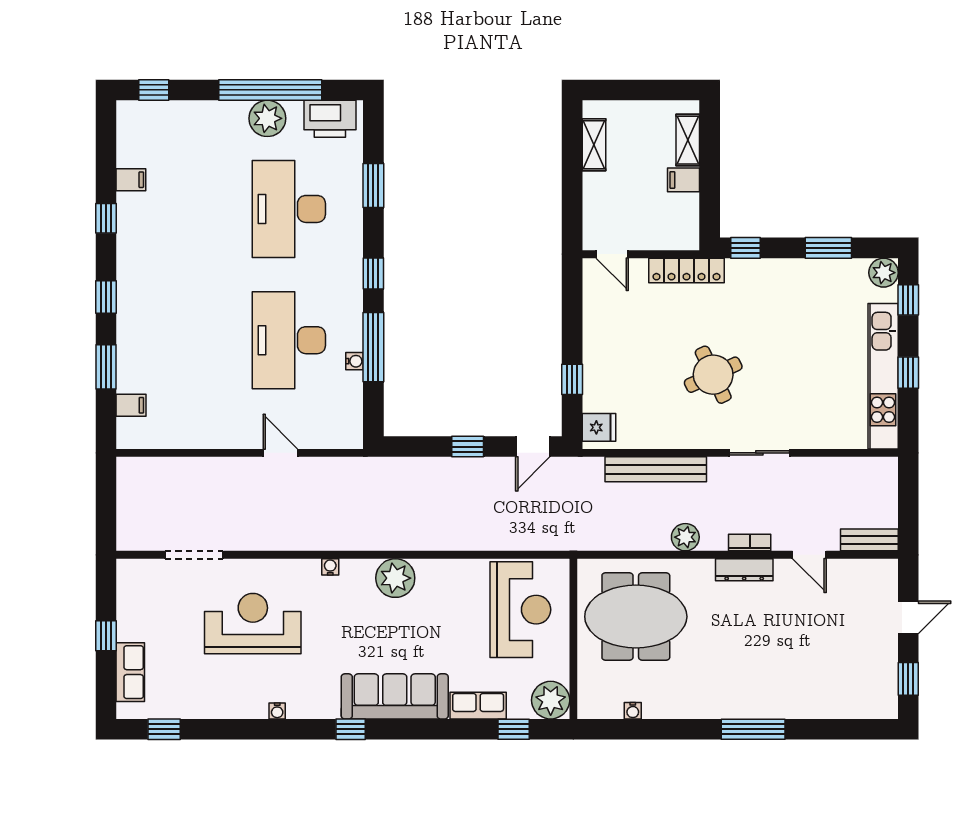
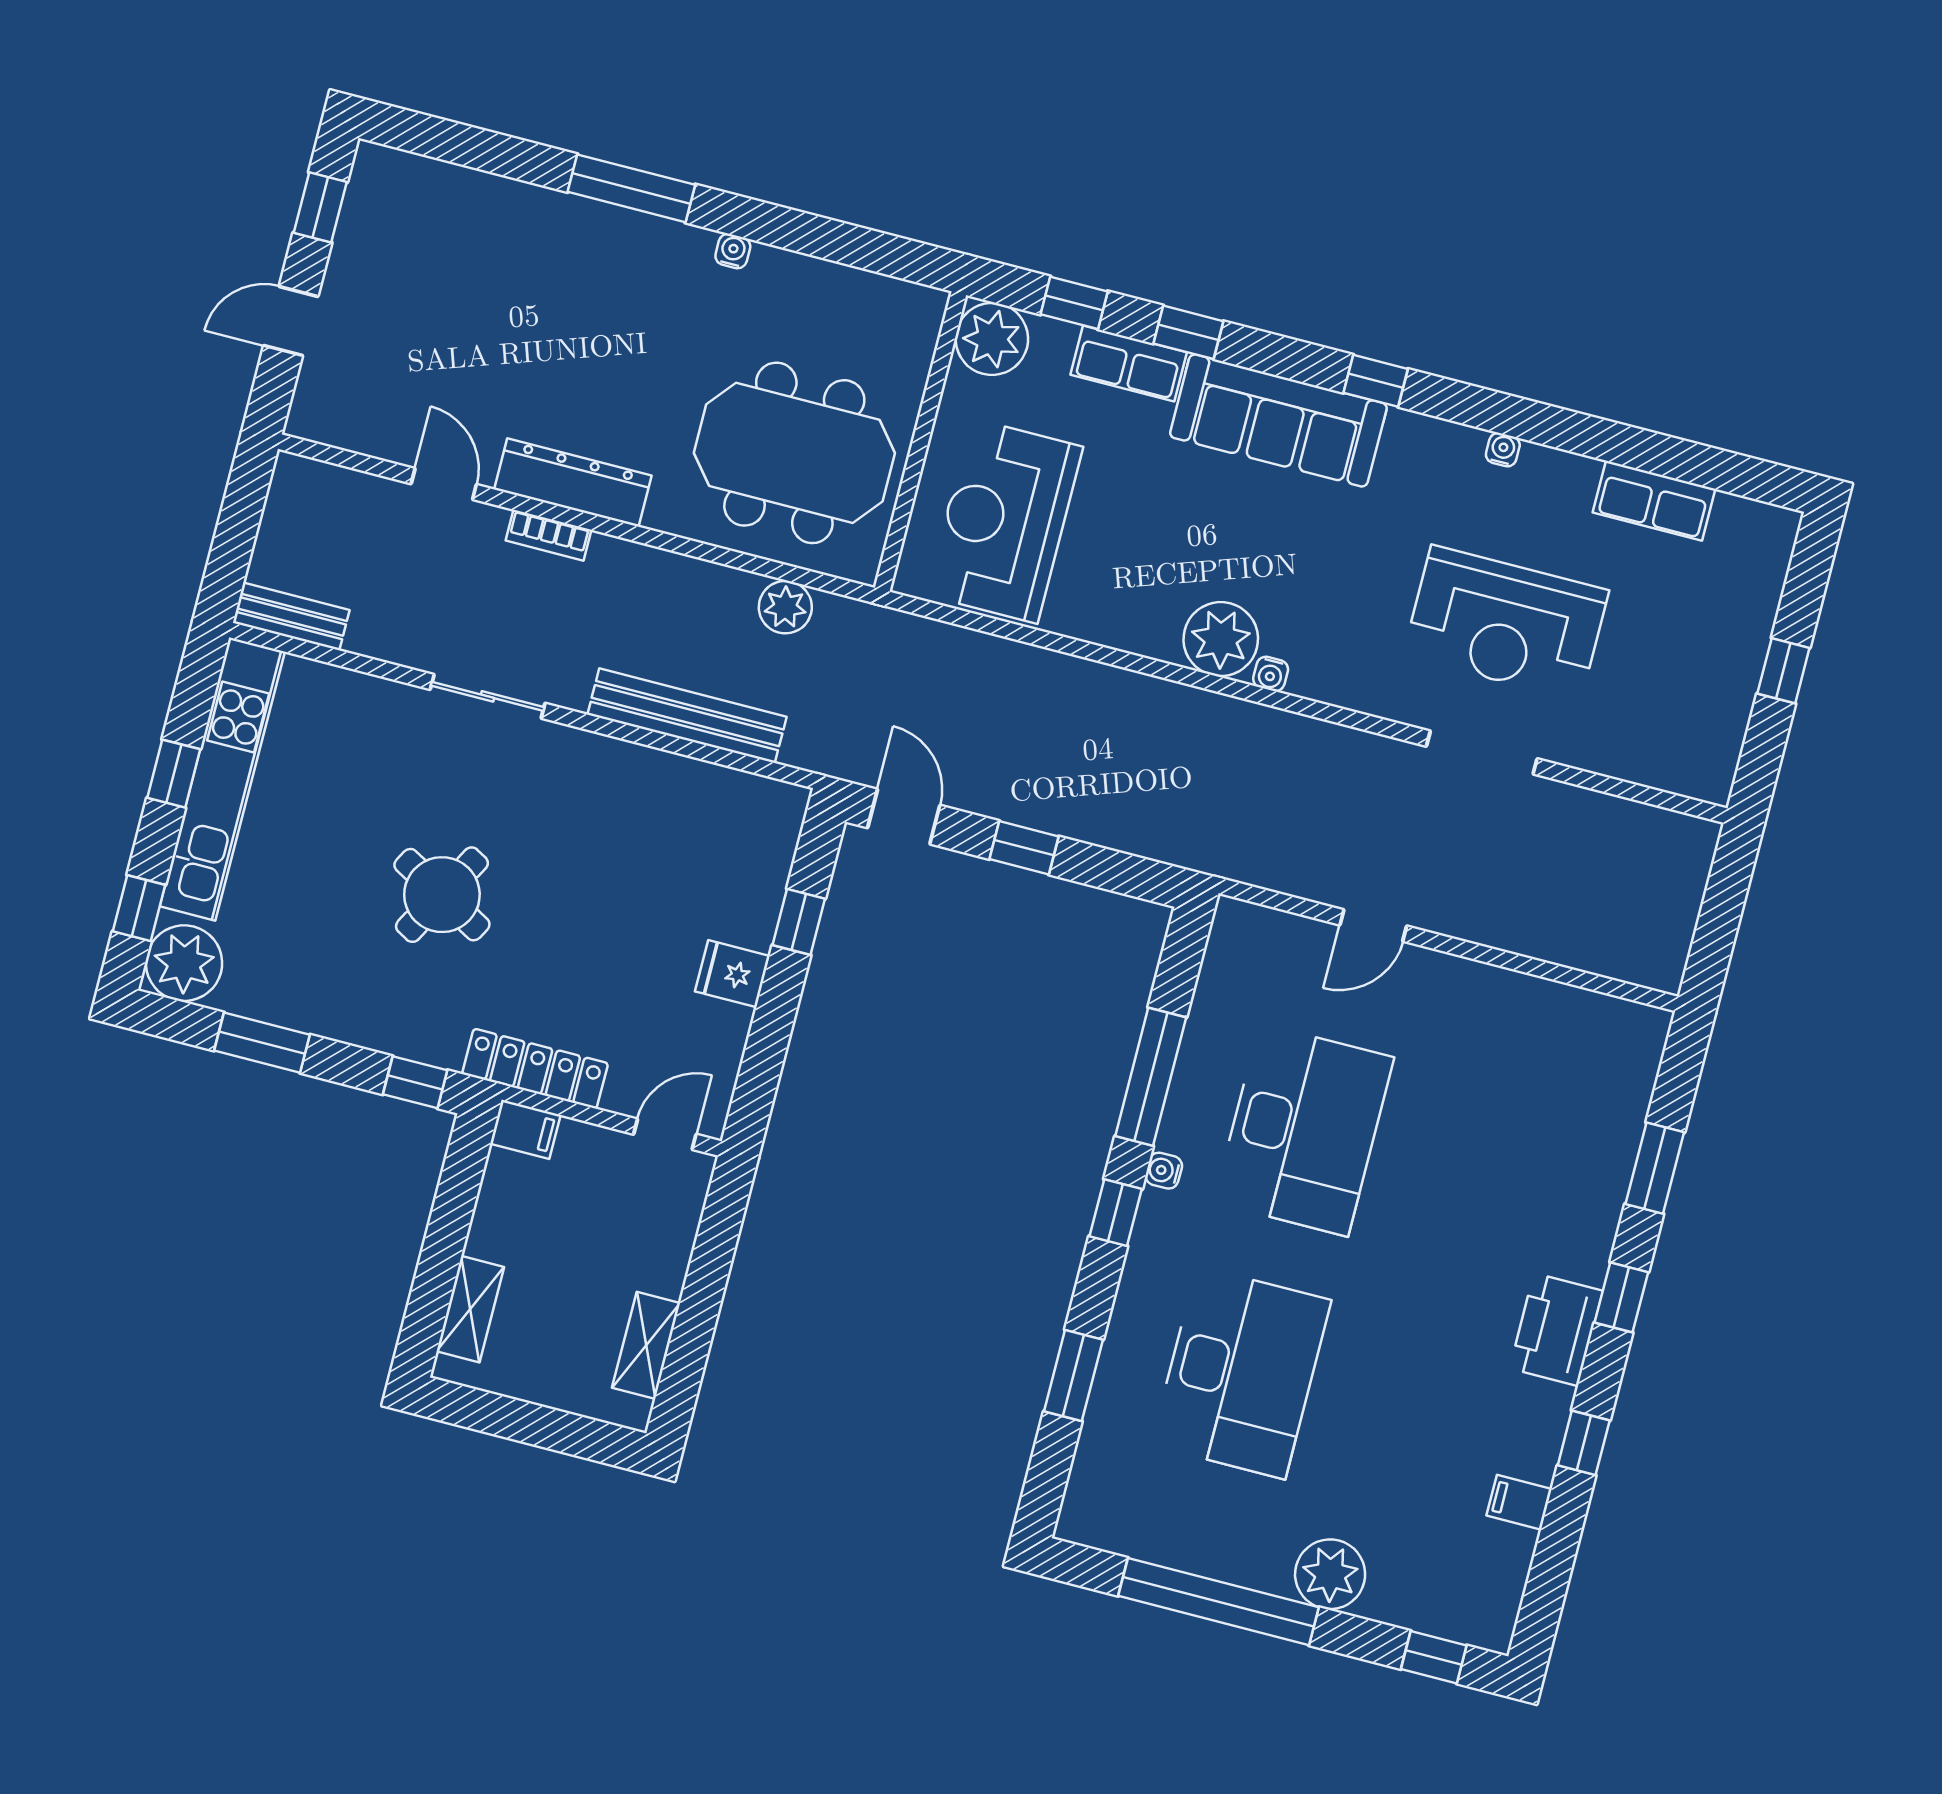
plant: (267, 118) -> (1330, 1574), moved
printer: (330, 119) -> (1556, 1330), moved, turned -90
filing cabinet: (683, 180) -> (525, 1129), moved
door: (612, 254) -> (665, 1134), hinge flipped
plant: (884, 273) -> (184, 963), width x1.36, depth x1.36
water cooler: (355, 361) -> (1164, 1171), moved
round table: (713, 375) -> (442, 895), moved, turned -36
filing cabinet: (131, 405) -> (1627, 1085), removed
fridge: (599, 427) -> (732, 974), moved
door: (533, 447) -> (904, 817), hinge flipped
door: (280, 453) -> (1373, 925), hinge flipped
plant: (685, 537) -> (785, 607), moved
bench: (869, 540) -> (291, 616), moved
doorway: (194, 555) -> (1482, 752), moved
water cooler: (330, 567) -> (1271, 674), moved
dresser: (744, 570) -> (573, 482), width x1.37, depth x1.24
row of seats: (130, 672) -> (1654, 501), moved, turned -90
water cooler: (633, 711) -> (733, 251), moved
window: (164, 729) -> (1188, 332), moved

